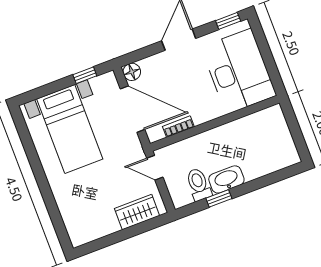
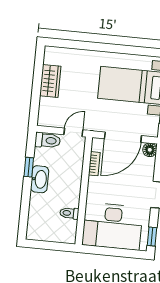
toilet: (248, 127) -> (69, 213), added
toilet: (199, 184) -> (48, 140), moved
wardrobe: (137, 212) -> (50, 81), moved

